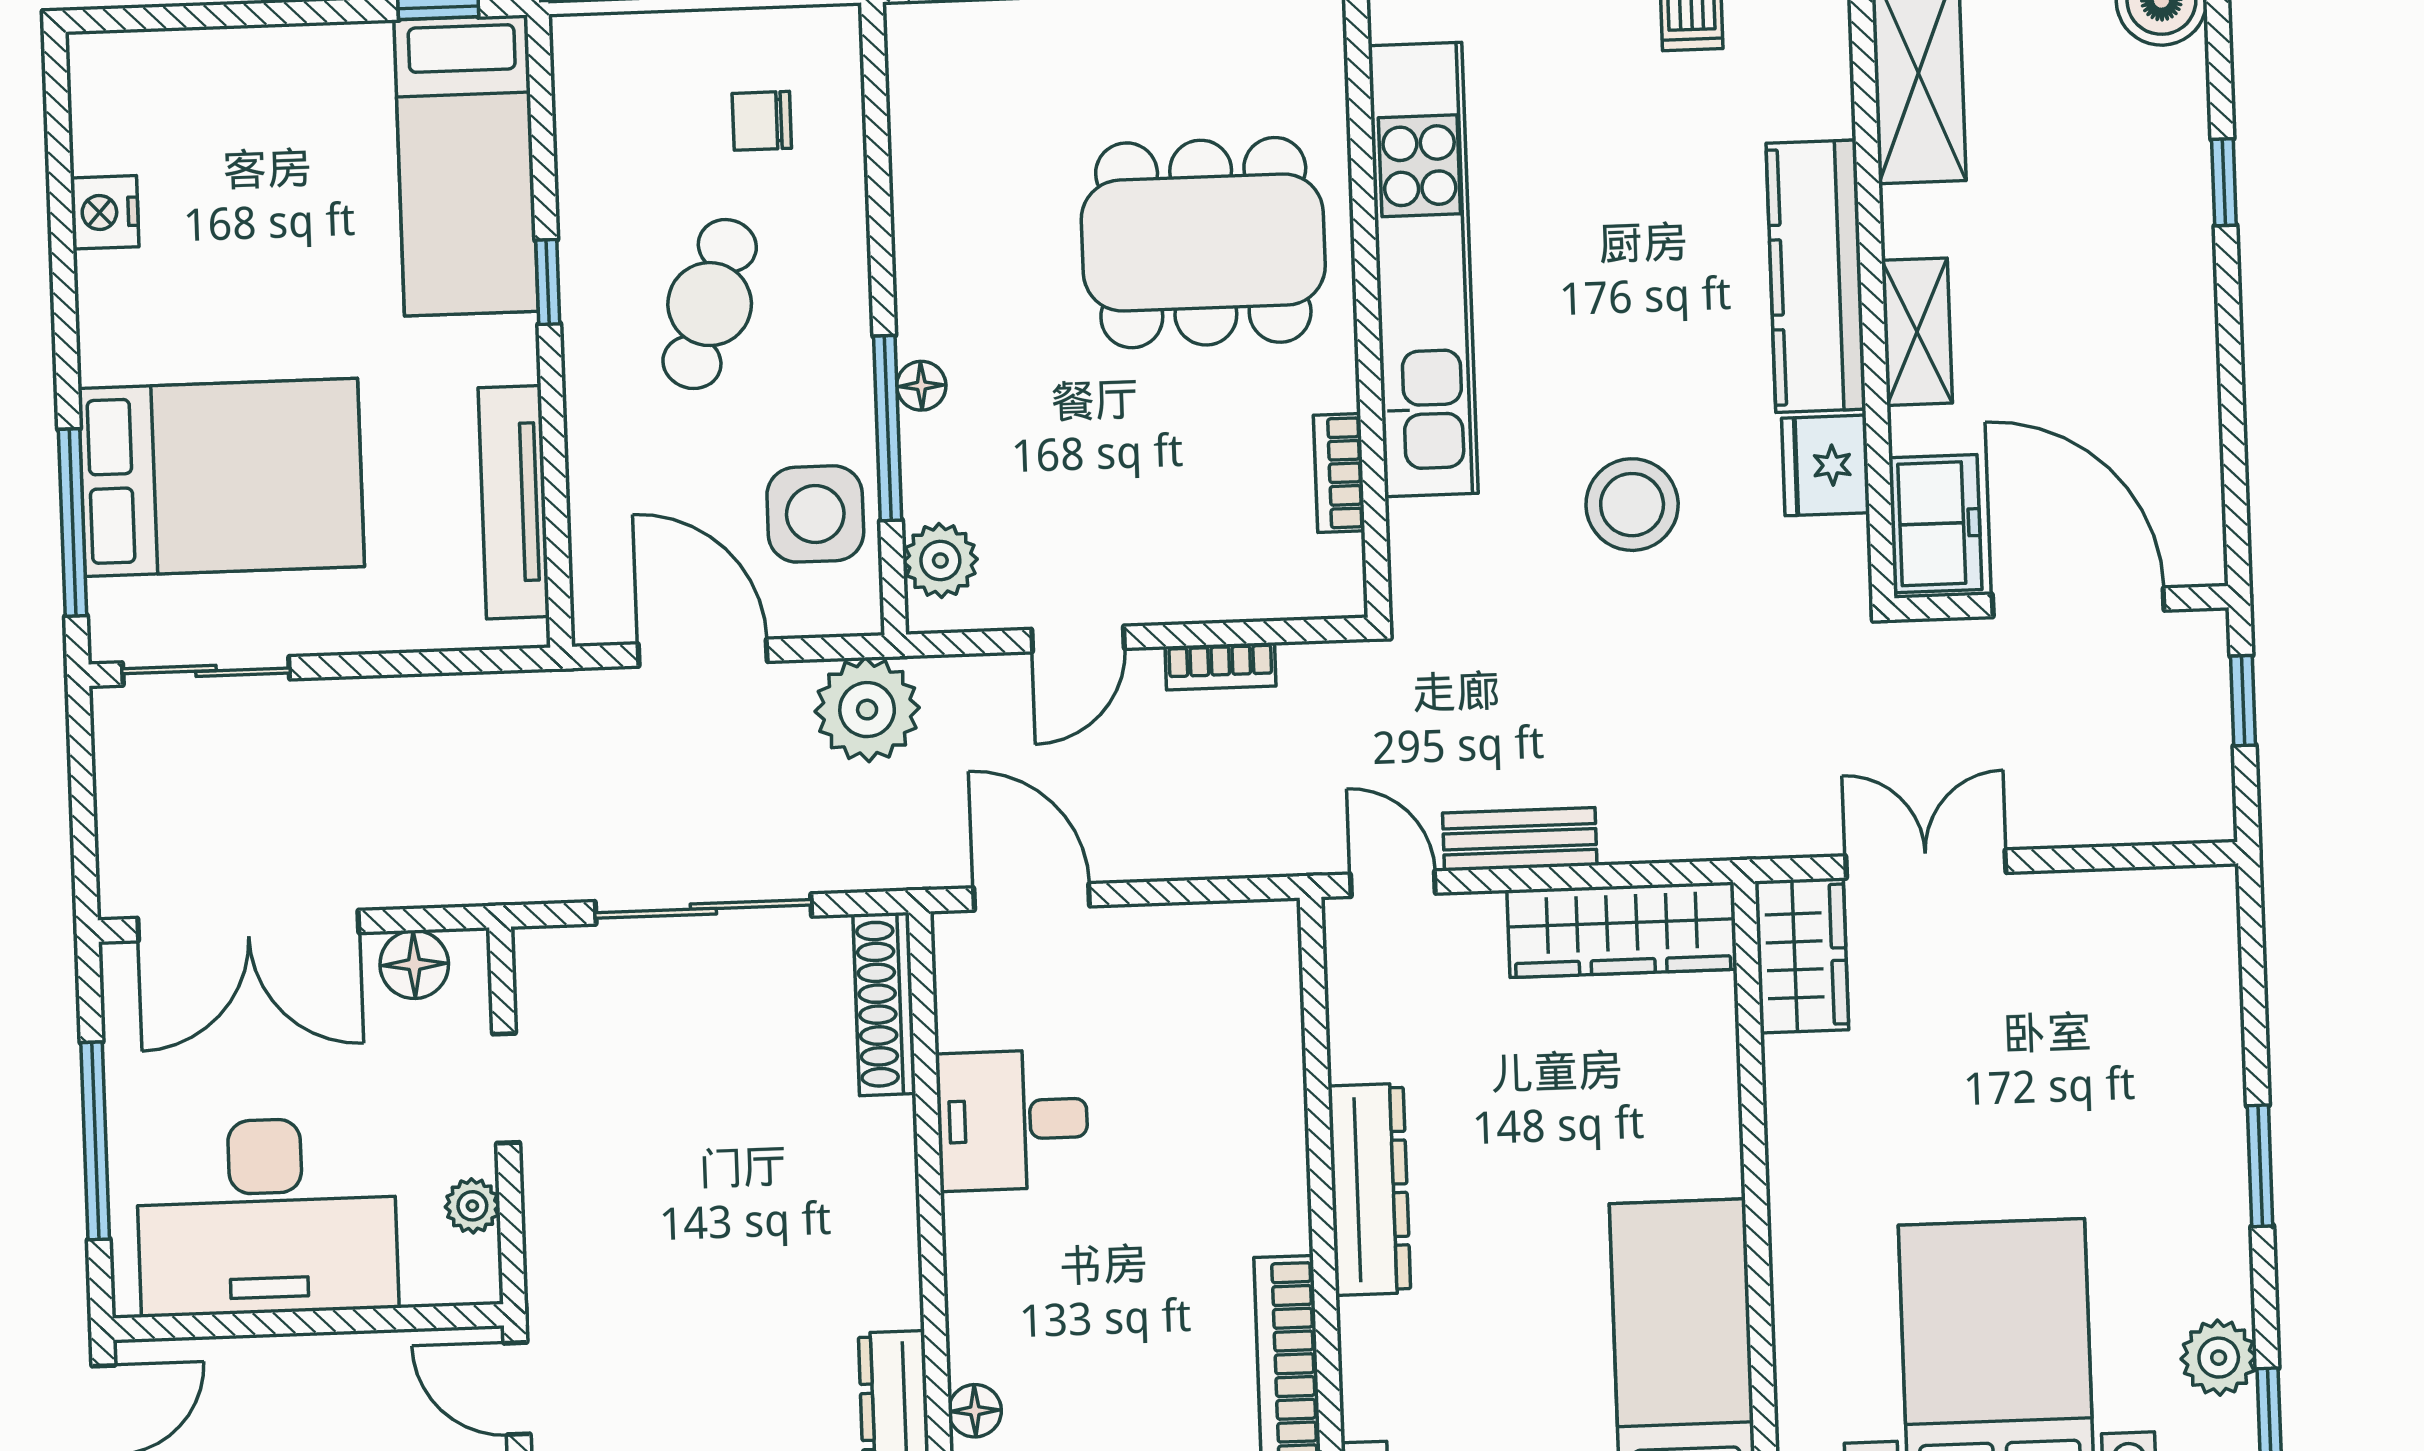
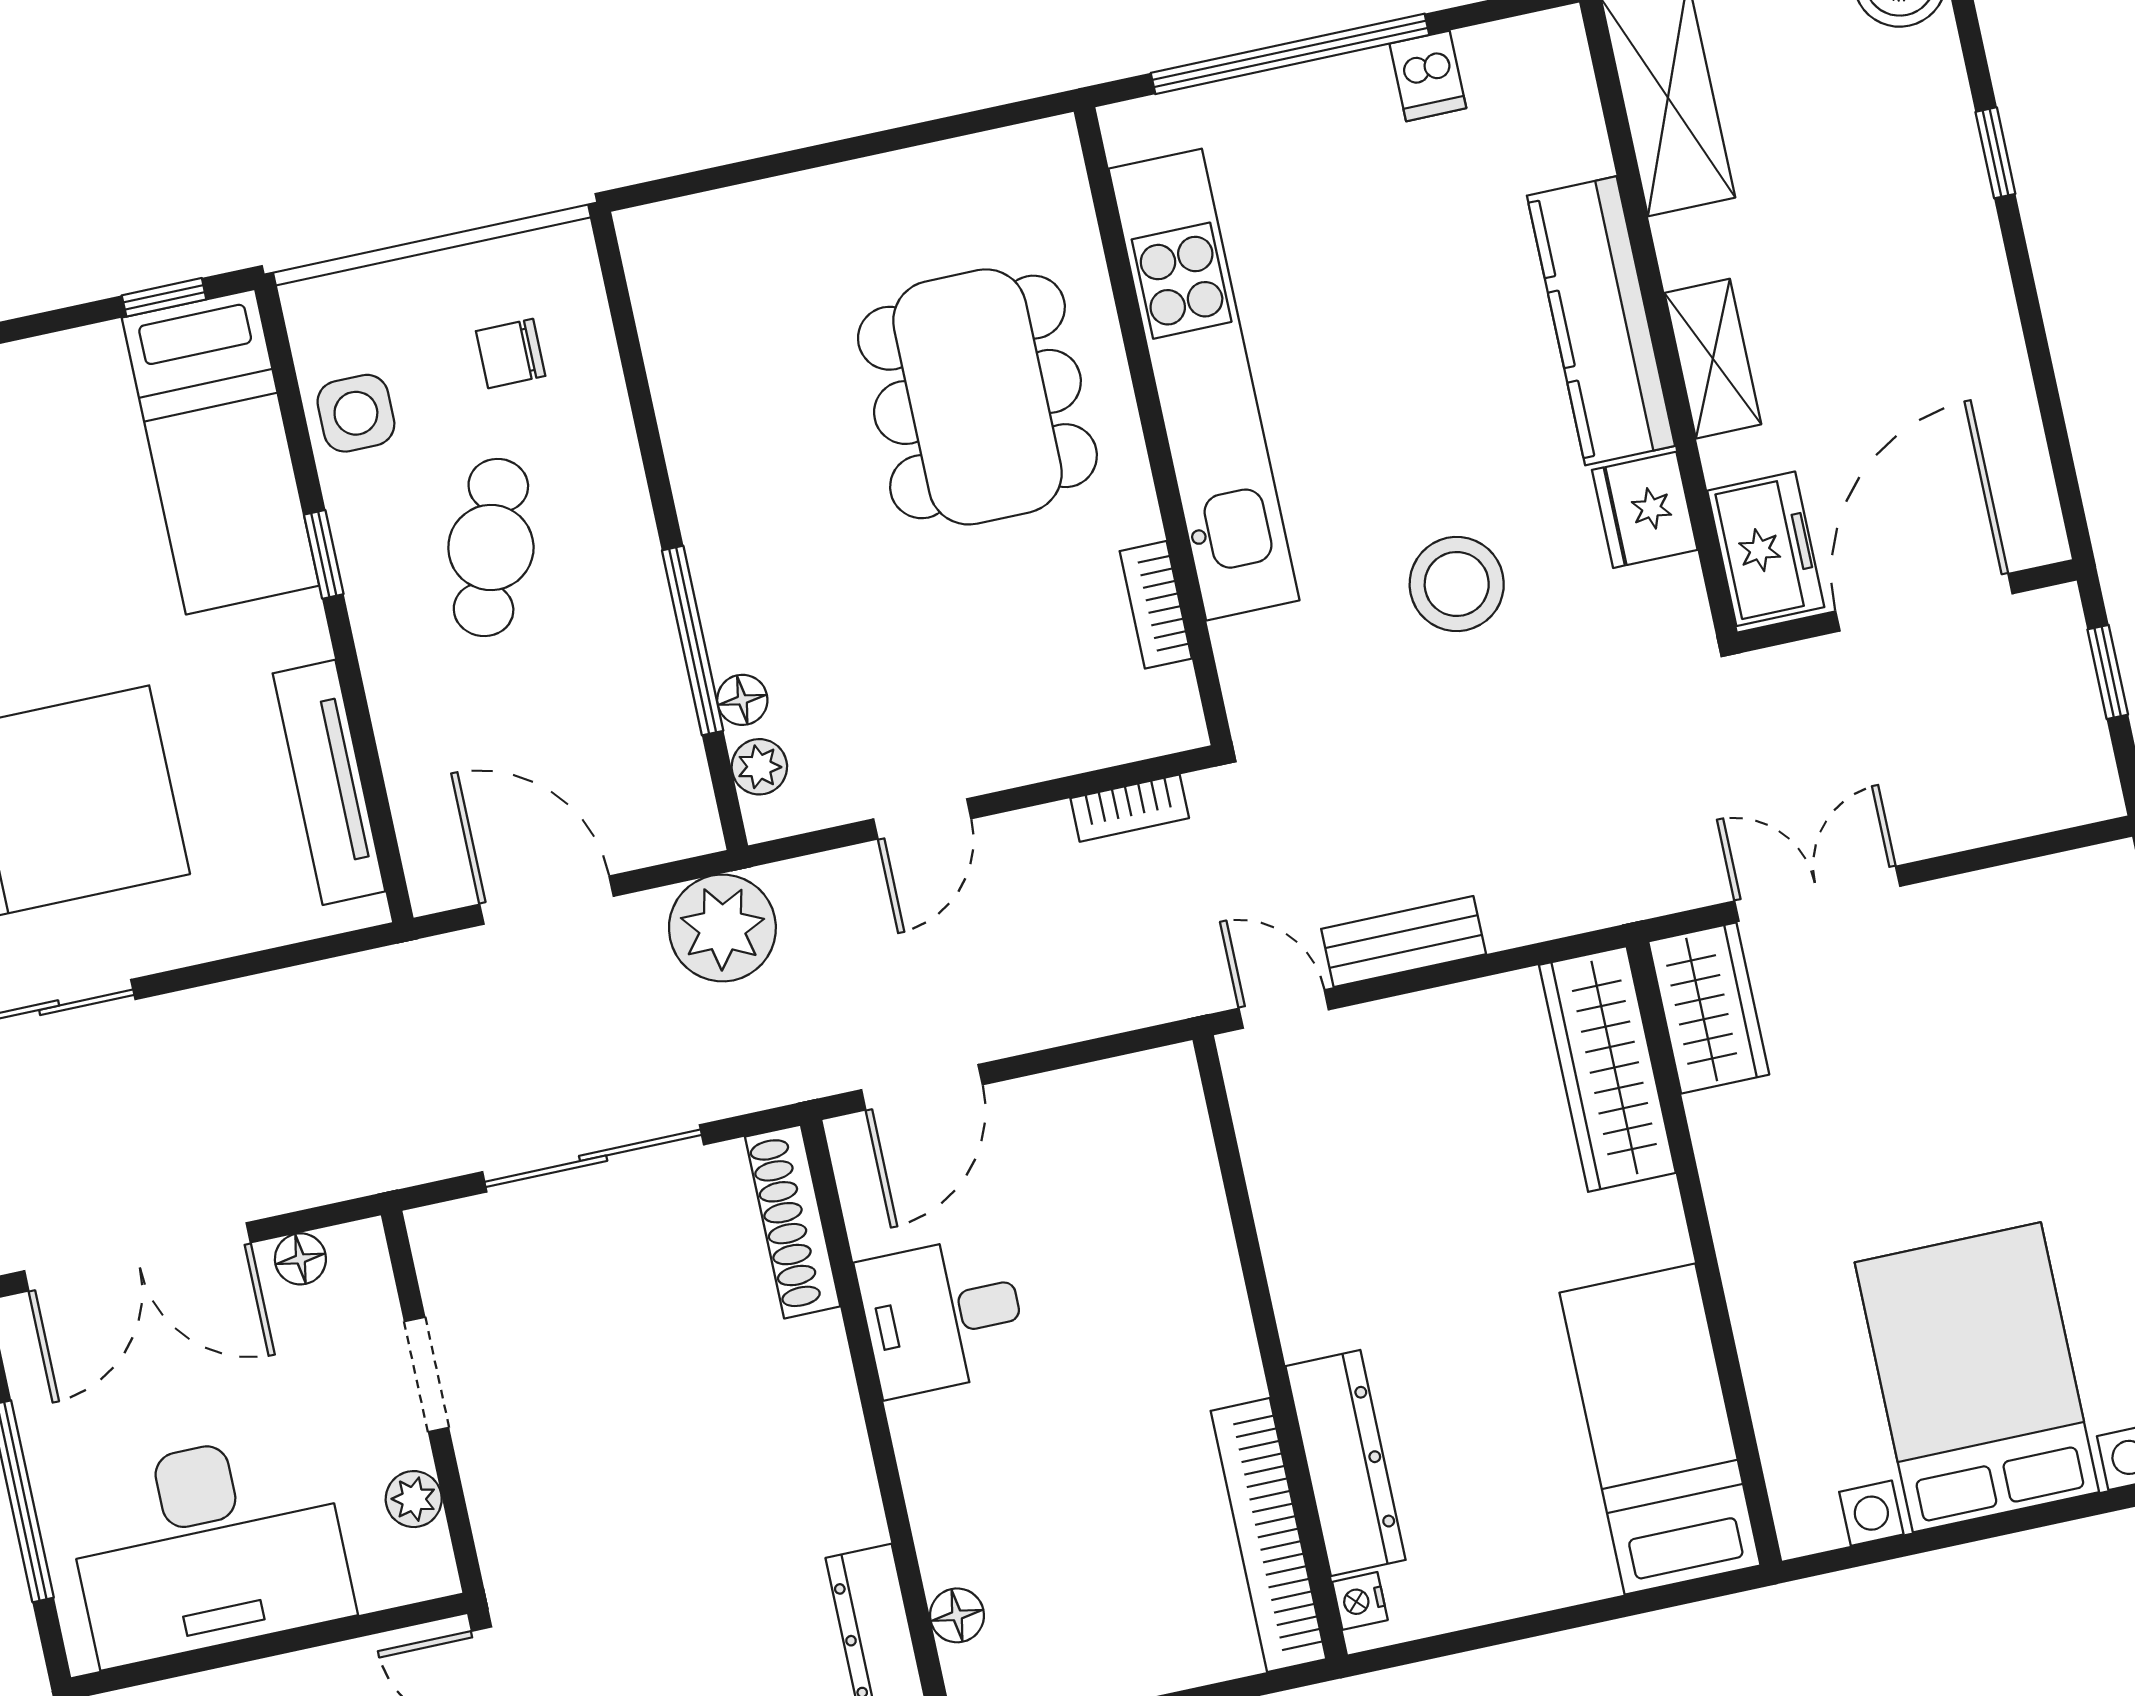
dining table: (1203, 243) -> (977, 397), turned 90
floor lamp: (921, 386) -> (742, 700), moved
side table: (815, 514) -> (356, 413), moved, width x0.73, depth x0.73
plant: (940, 560) -> (759, 767), width x0.73, depth x0.73
door: (2078, 602) -> (1924, 602), hinge flipped
bookcase: (1220, 666) -> (1130, 808), moved
door: (1032, 897) -> (922, 1087), swing flipped
wardrobe: (1622, 930) -> (1607, 1069), moved, turned 90
floor lamp: (414, 964) -> (300, 1259), width x0.73, depth x0.73
dresser: (1369, 1189) -> (1346, 1463), moved

